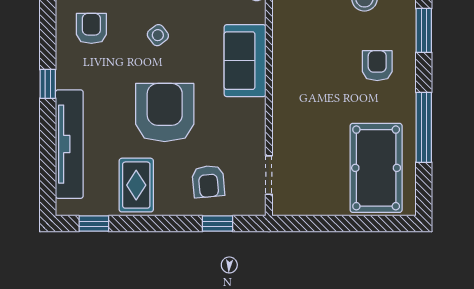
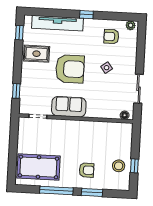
armchair: (91, 28) -> (111, 37), turned 180
window: (424, 30) -> (92, 192), moved
sofa: (245, 61) -> (69, 107), moved
armchair: (208, 181) -> (36, 88), removed

